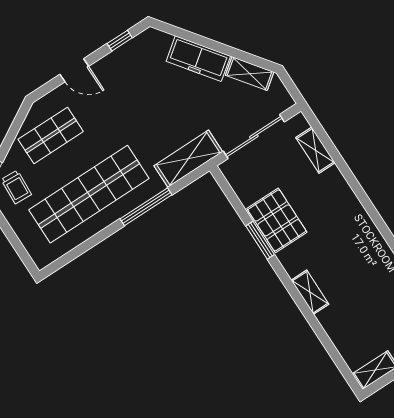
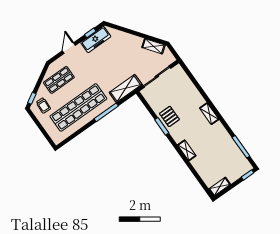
freezer: (198, 59) -> (96, 40), moved, turned -53
door: (74, 70) -> (69, 48), swing flipped
shelving: (315, 150) -> (209, 114), moved
pallet: (277, 220) -> (169, 116), width x0.67, depth x0.71

